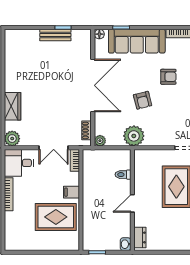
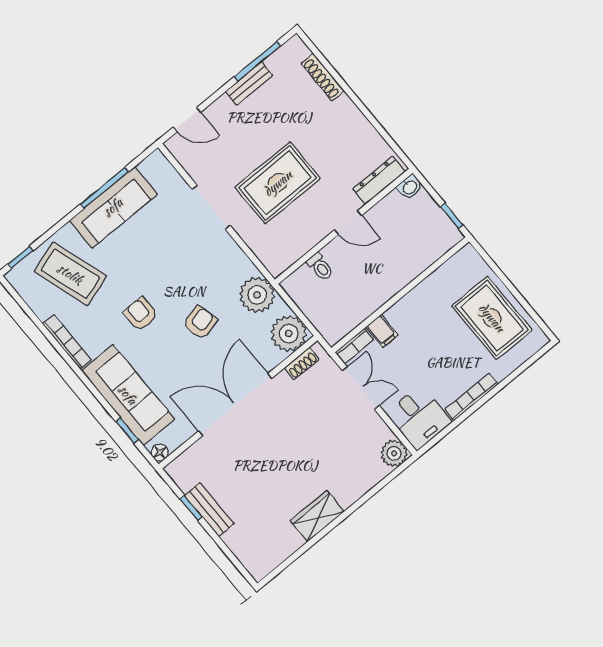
wardrobe: (13, 106) -> (317, 516), moved
plant: (100, 141) -> (289, 333), width x1.88, depth x1.88
filing cabinet: (71, 192) -> (382, 331), moved
rug: (56, 217) -> (492, 318), moved
dresser: (140, 237) -> (379, 180), width x1.44

